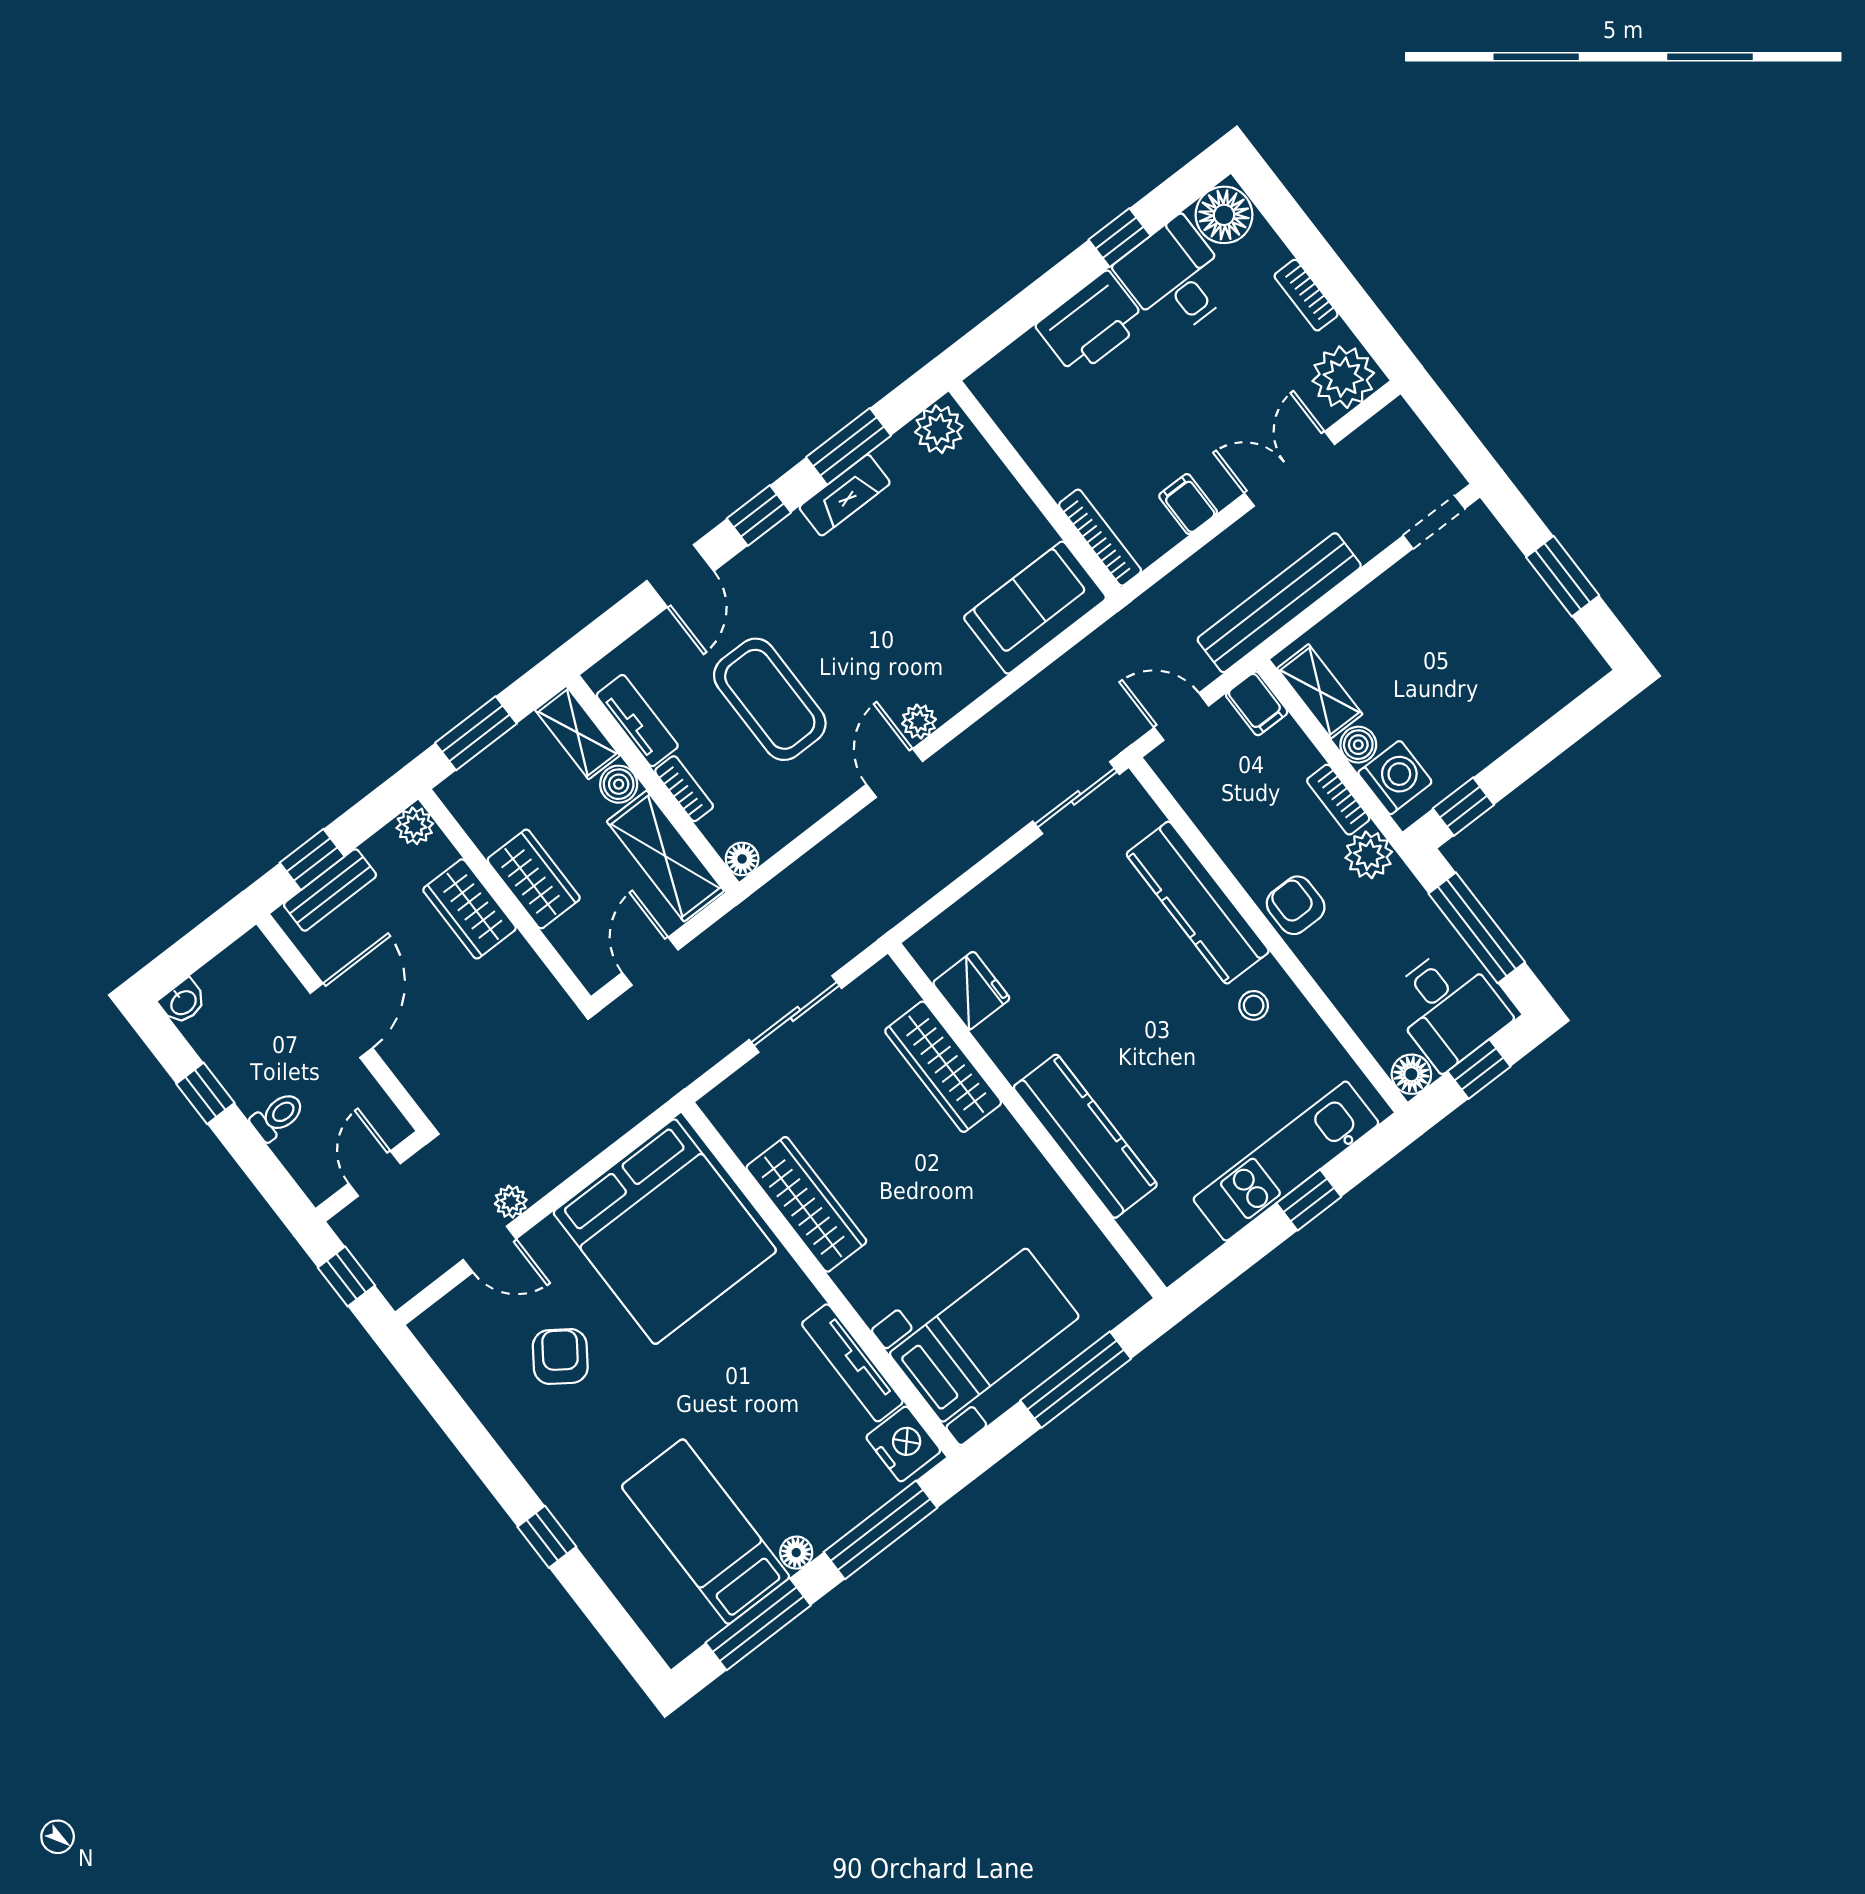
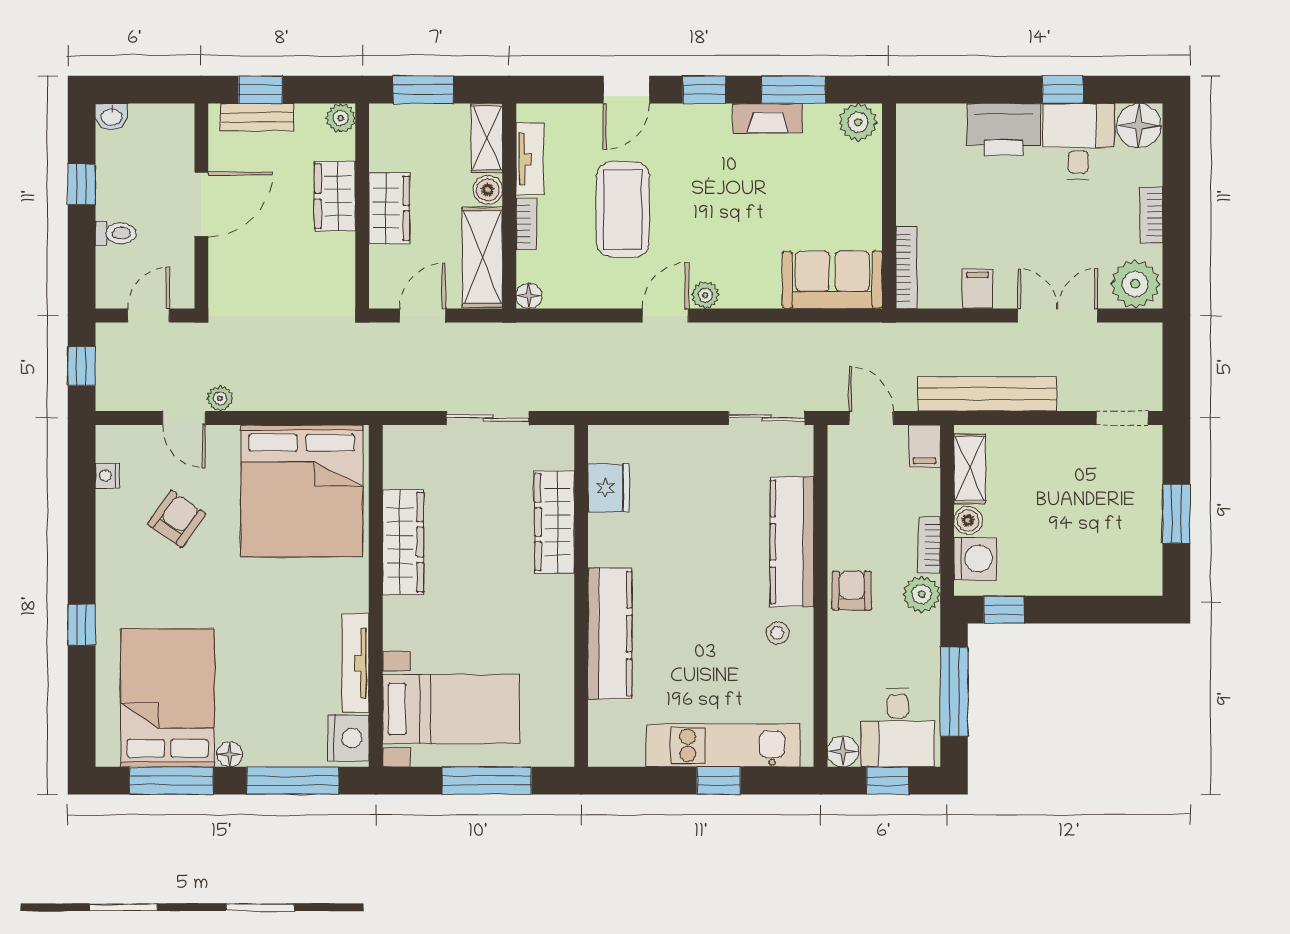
nightstand: (457, 1367) -> (107, 476), added
bed: (706, 1532) -> (167, 698), width x1.50

